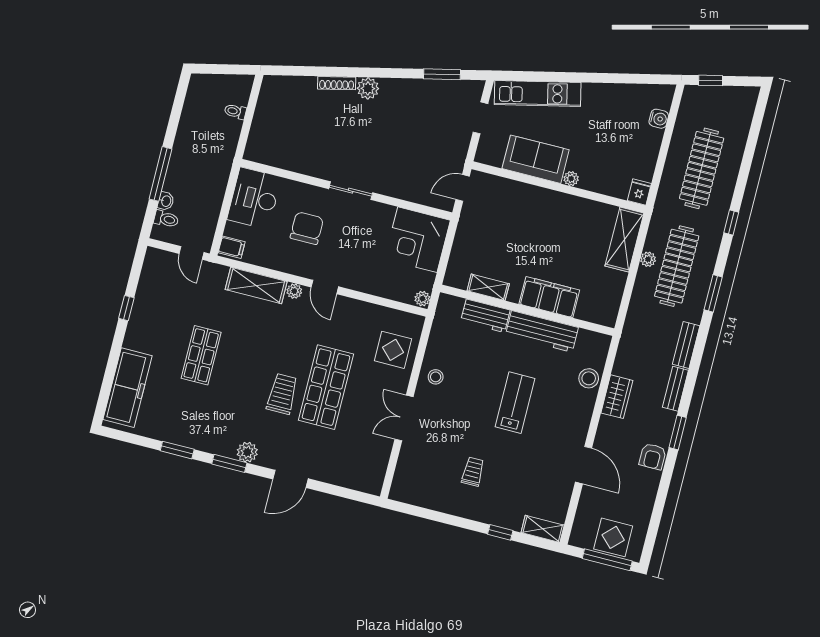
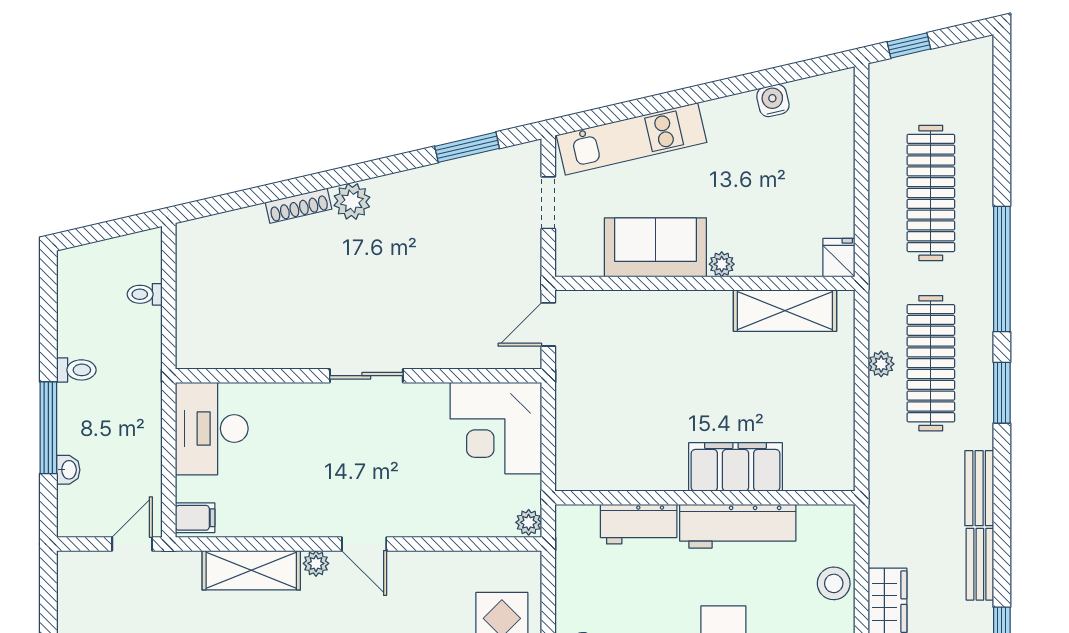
water cooler: (659, 119) -> (773, 101), moved, turned -103
toilet: (166, 219) -> (76, 370), moved
window: (731, 222) -> (1002, 269), width x3.17
chair: (307, 228) -> (310, 455), removed
shelving: (624, 240) -> (785, 311), moved, turned 90
door: (192, 253) -> (132, 544), swing flipped
shelving: (488, 287) -> (631, 476), removed

